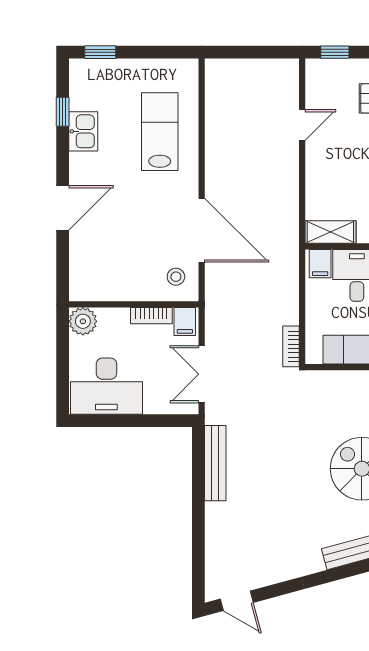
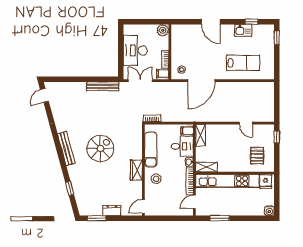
desk: (106, 386) -> (135, 50), moved

